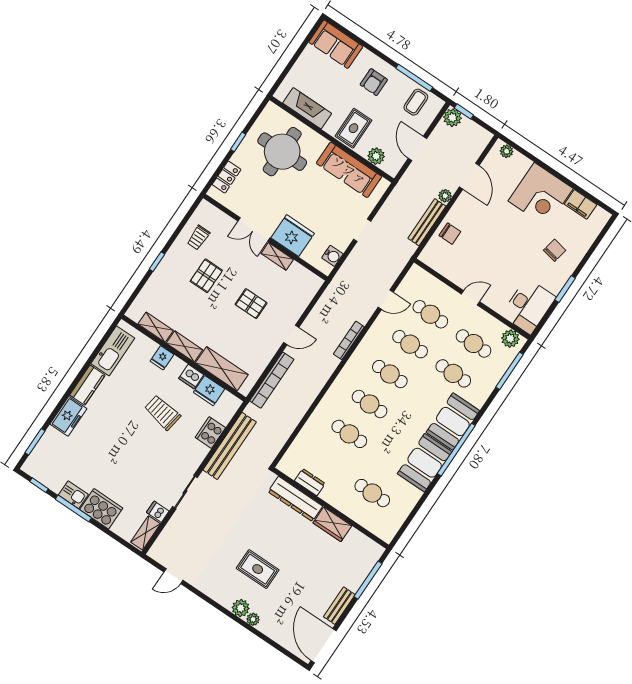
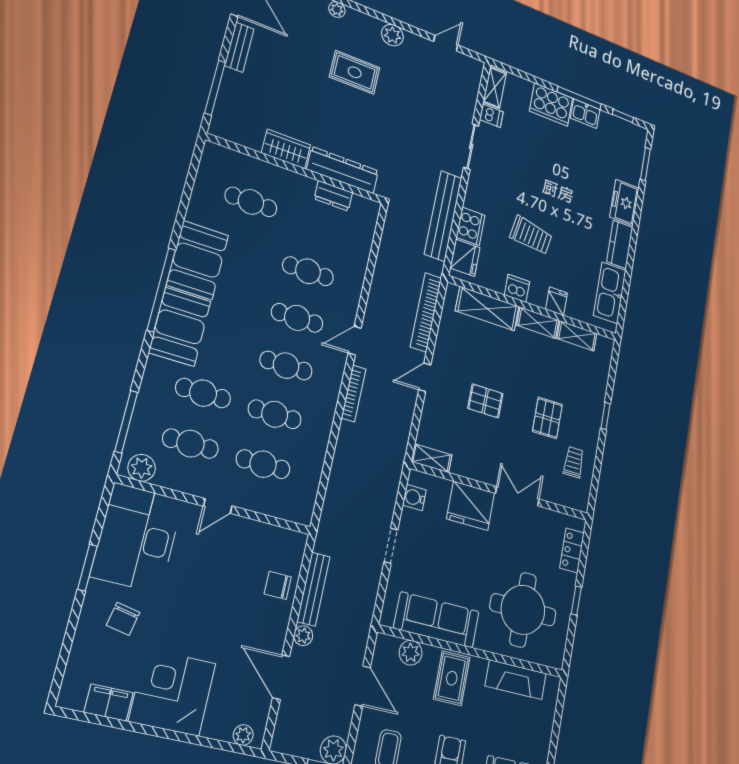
shelving: (277, 256) -> (432, 458), moved
door: (386, 300) -> (355, 341), moved
desk: (528, 306) -> (137, 538), width x1.36, depth x1.30
fridge: (209, 391) -> (465, 258), moved, turned 90
plant: (241, 608) -> (392, 35), moved

